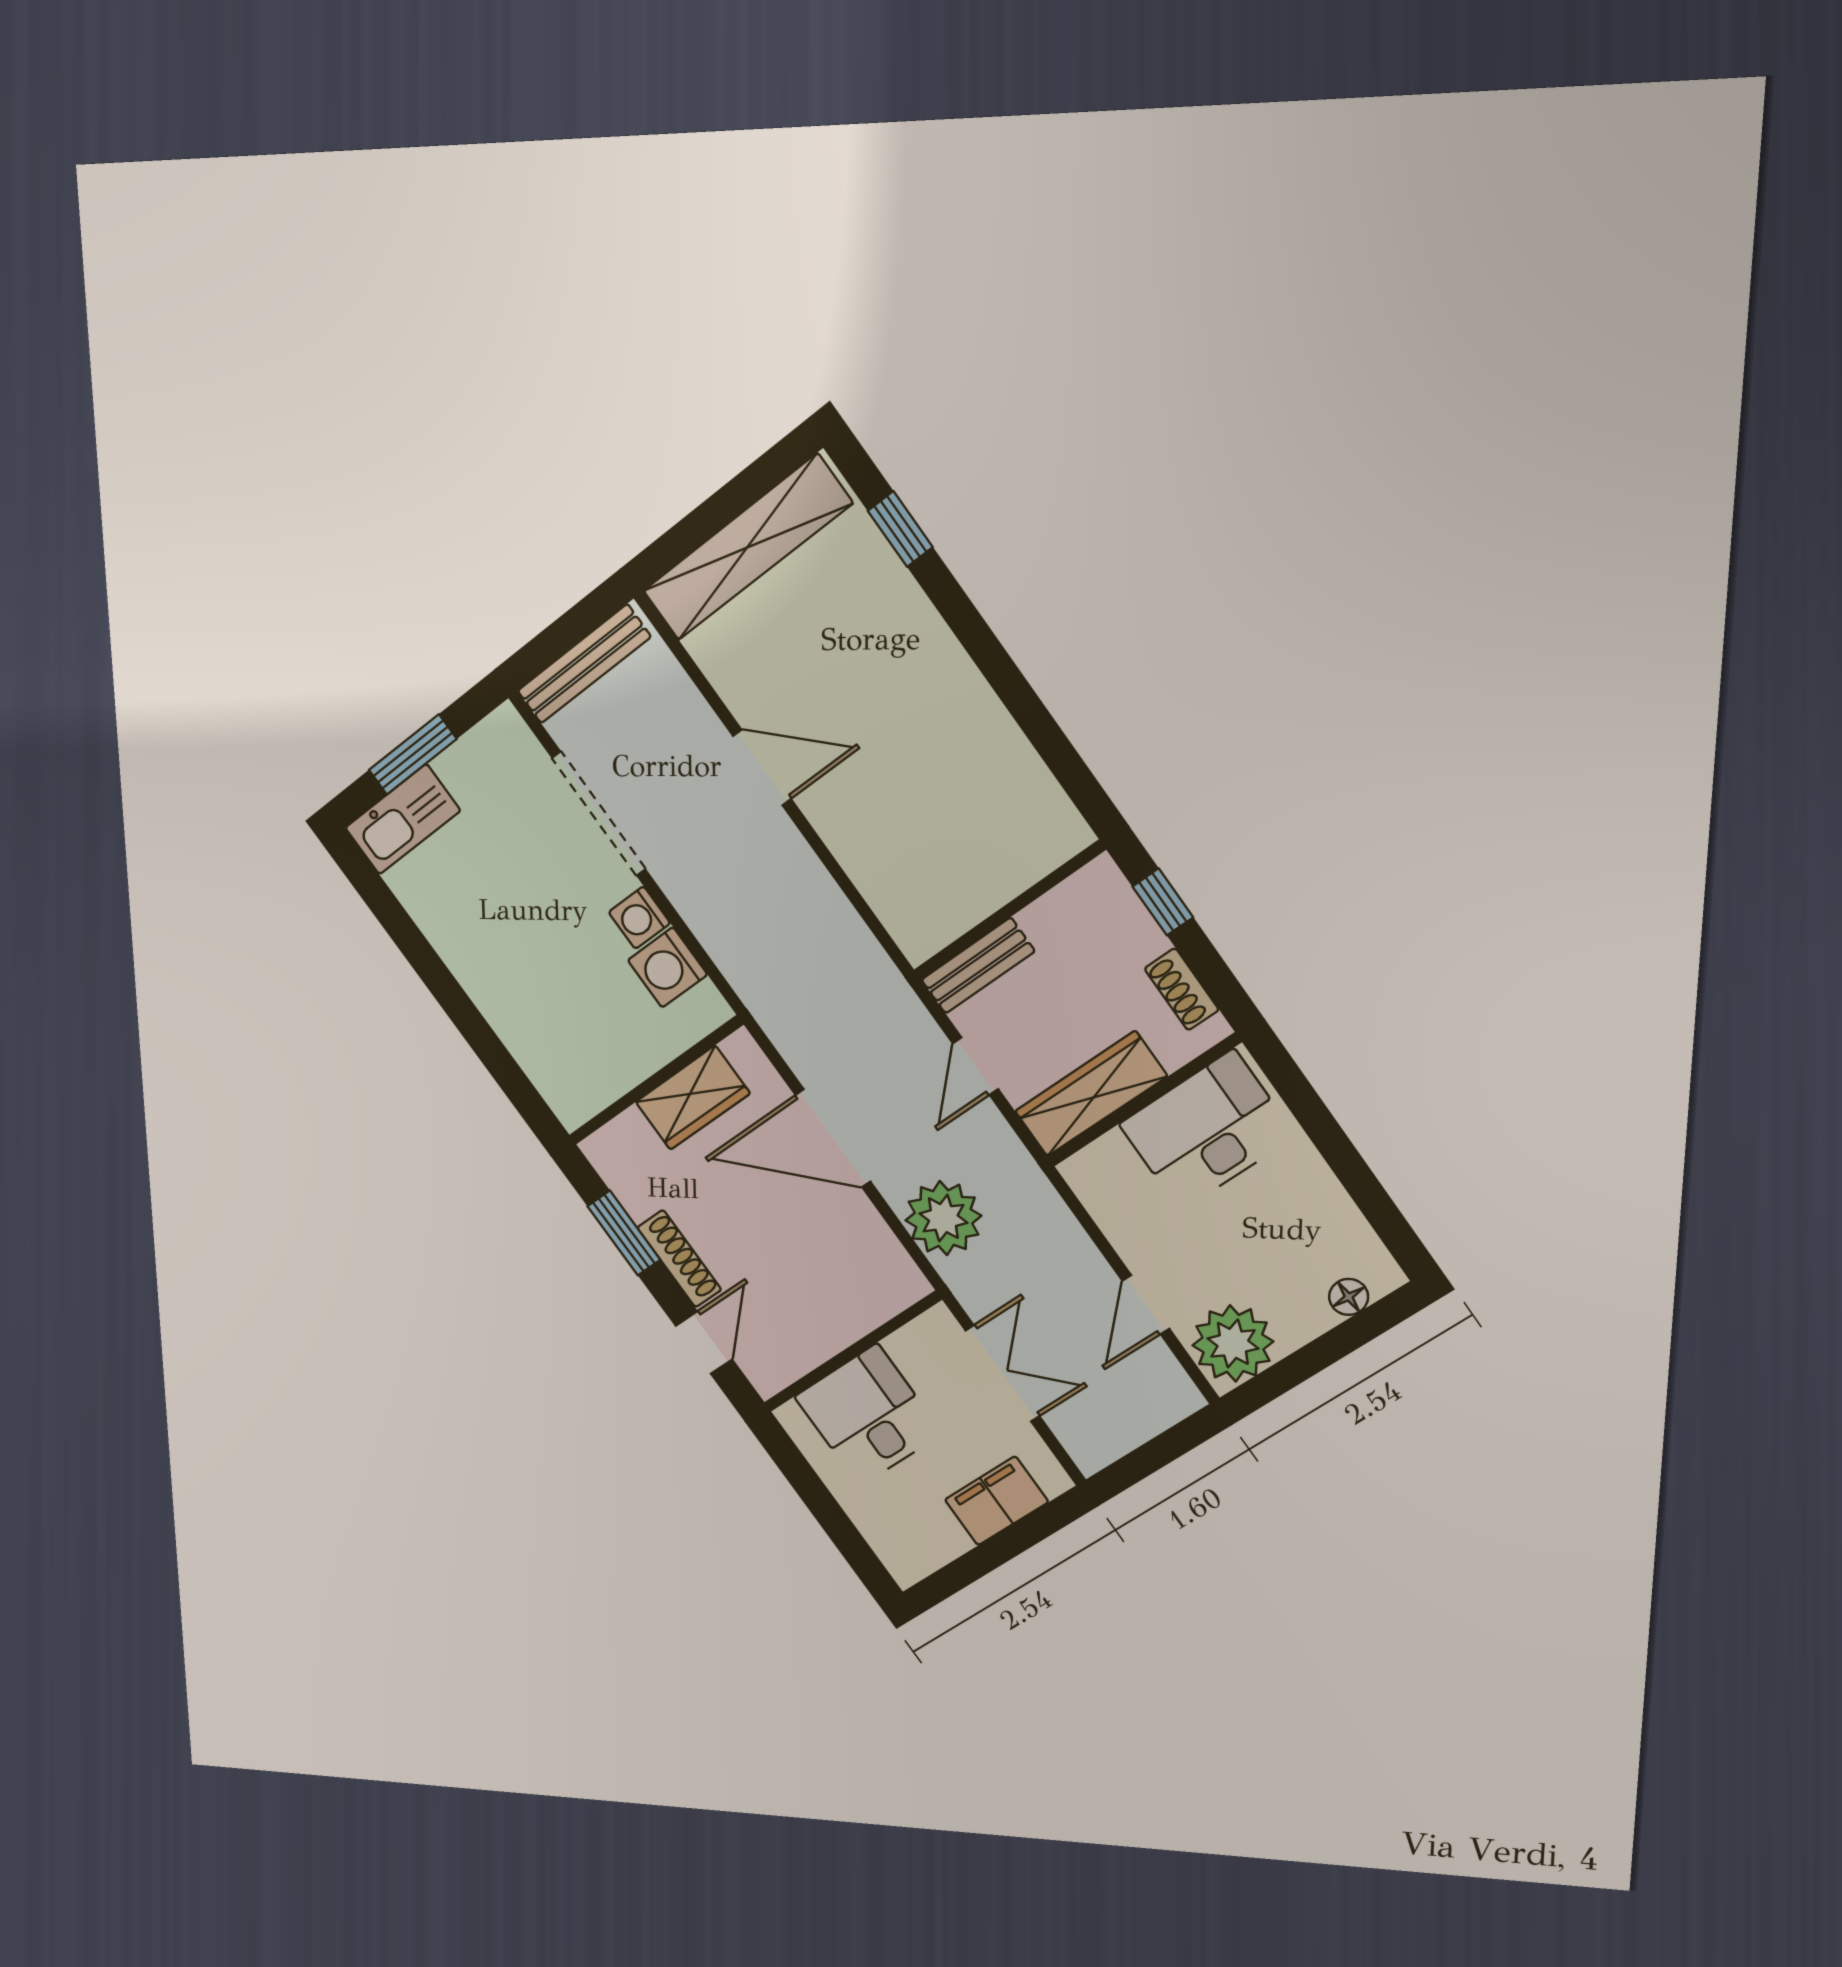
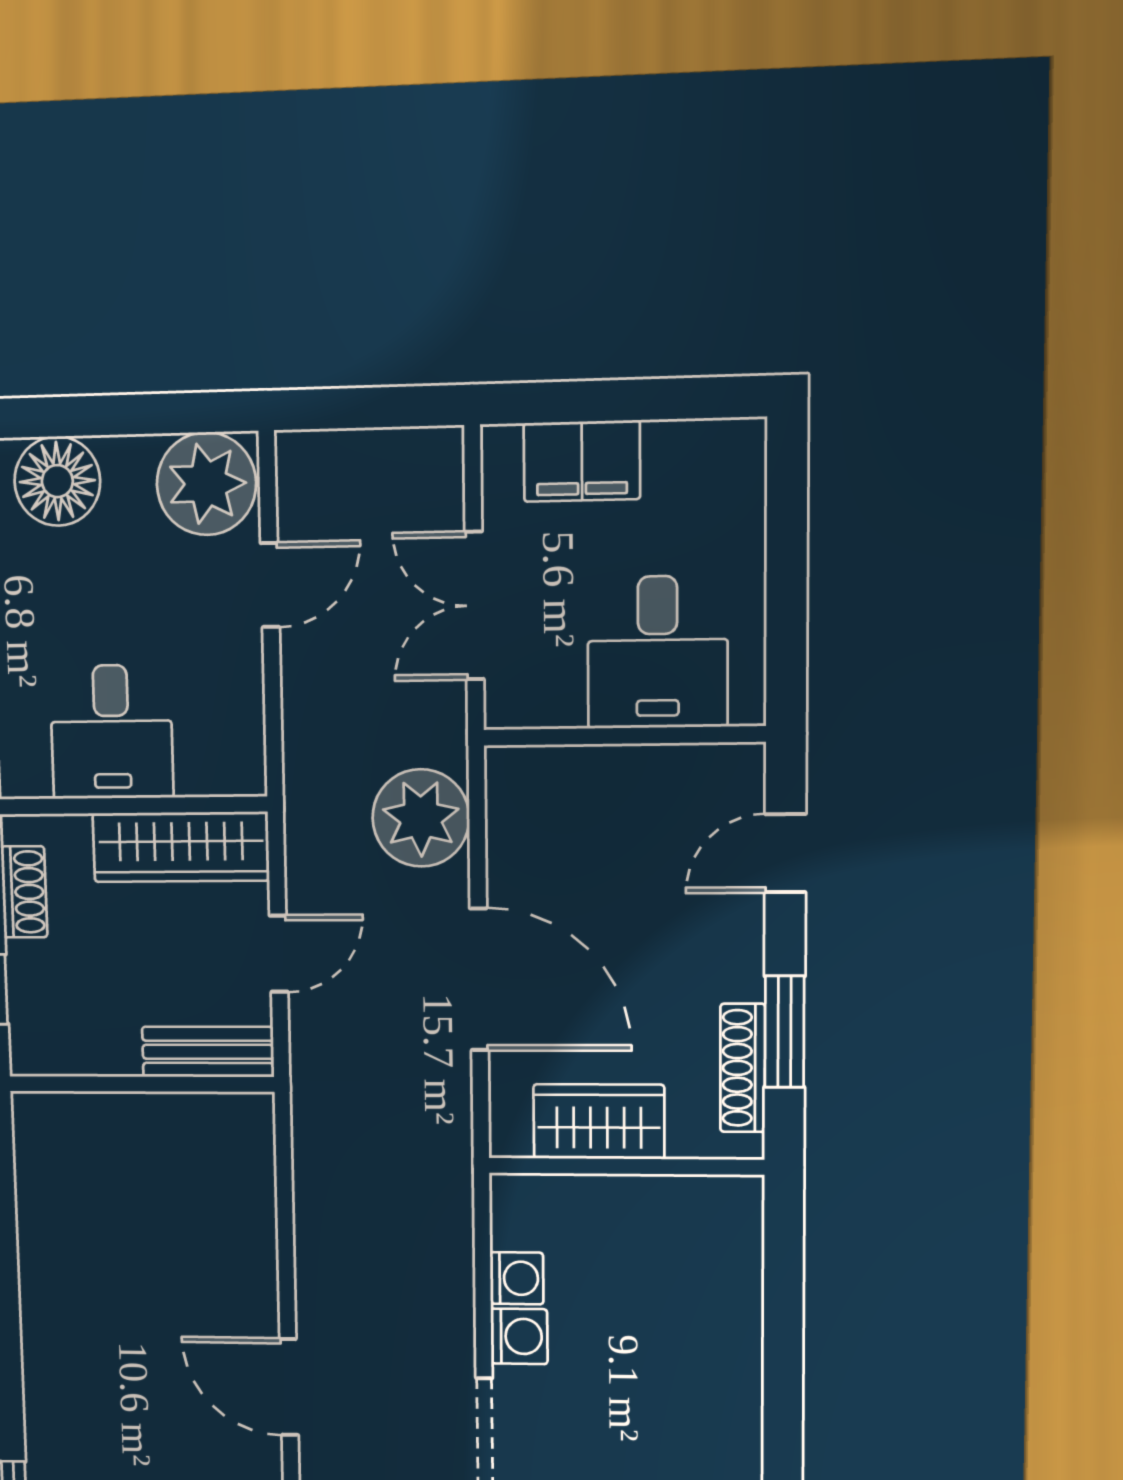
washing machine: (667, 967) -> (517, 1278), width x0.73, depth x0.73
desk: (1207, 1130) -> (112, 732), width x0.73
shoe rack: (679, 1259) -> (743, 1068), moved
floor lamp: (1349, 1297) -> (57, 481), width x1.89, depth x1.89

